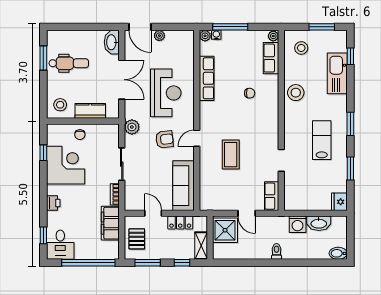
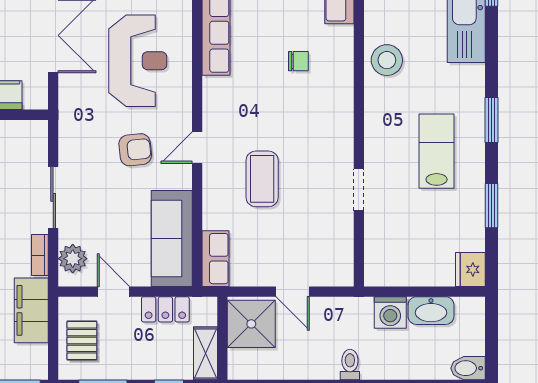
plant: (132, 127) -> (73, 259), moved
row of seats: (272, 196) -> (216, 259), moved, turned 180

